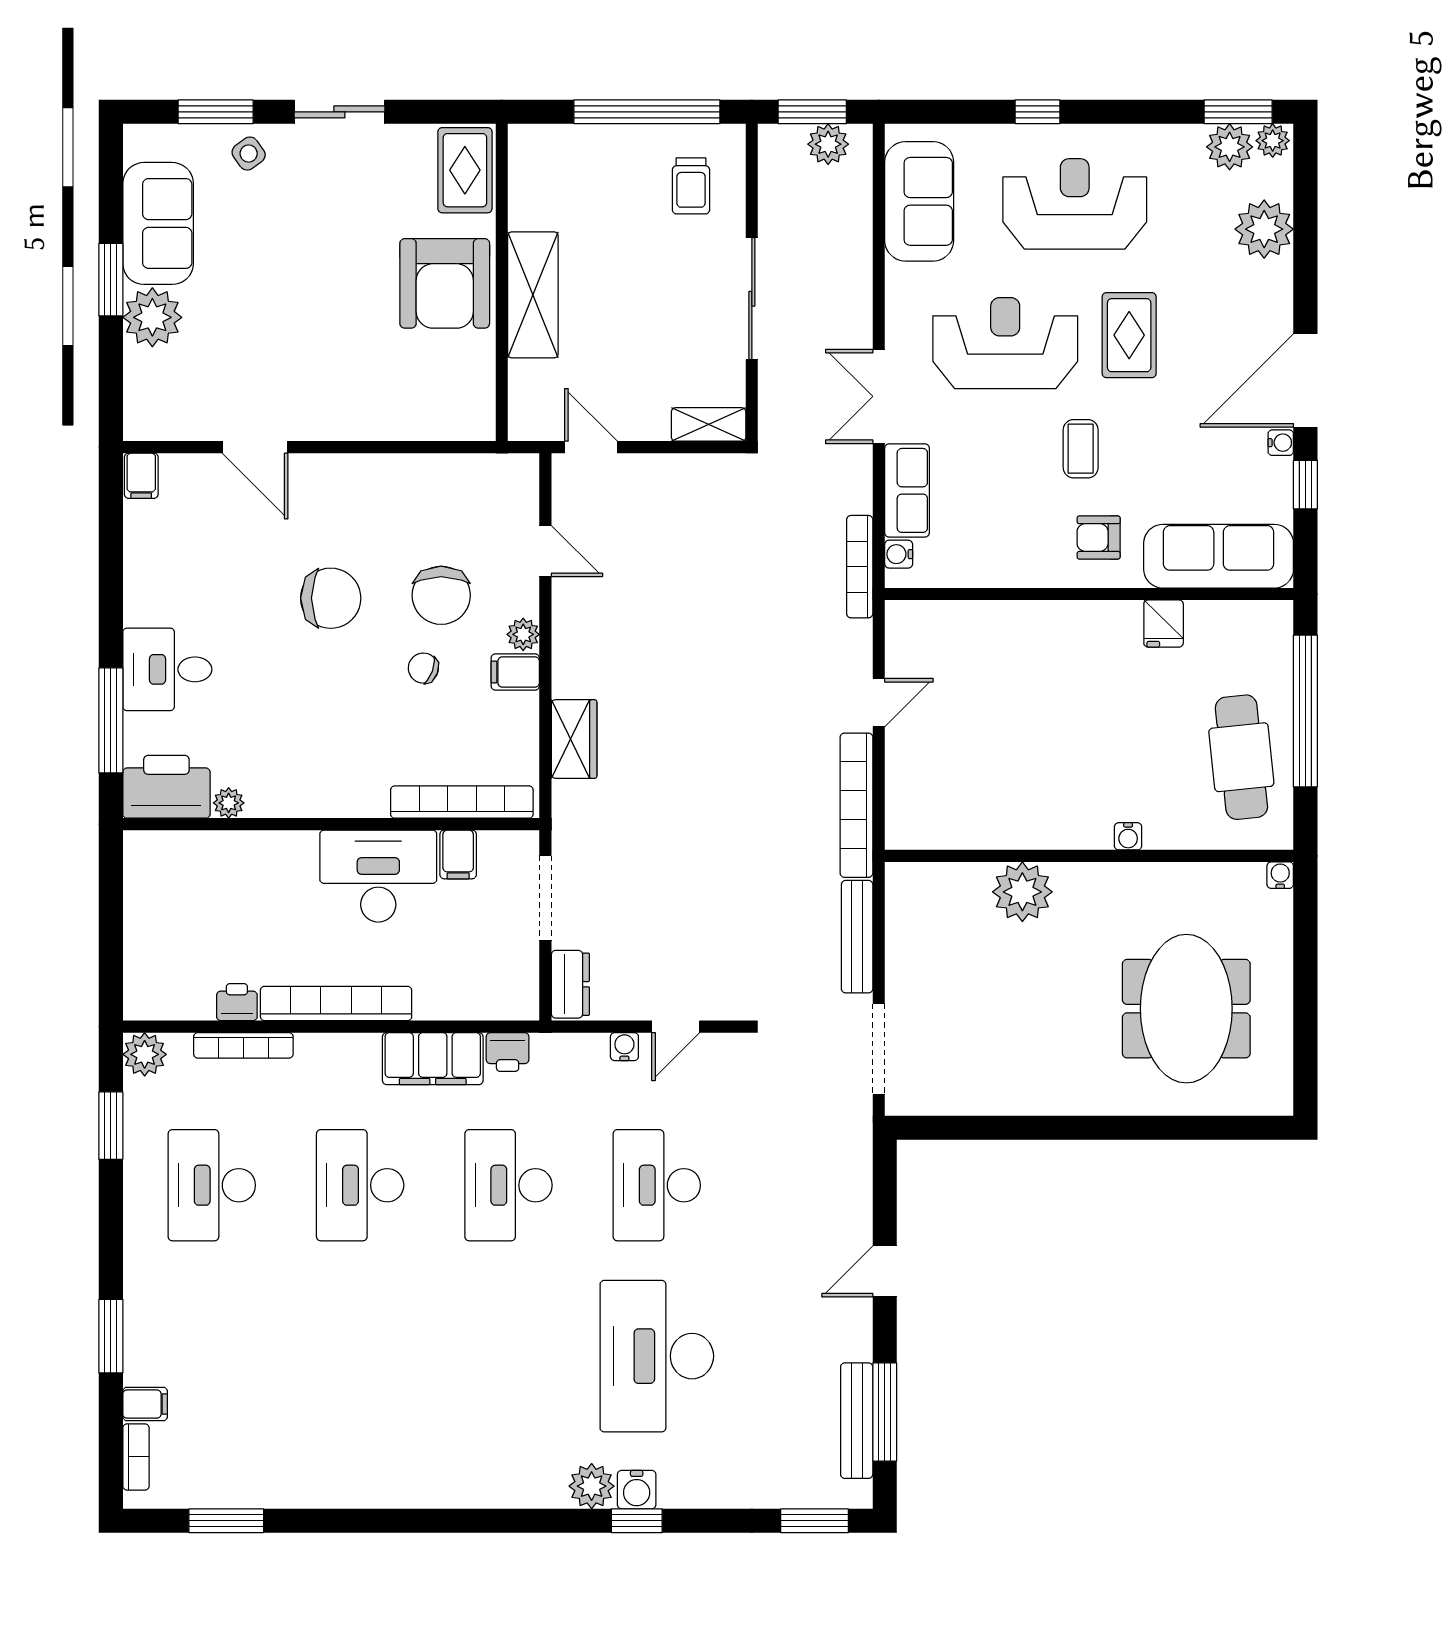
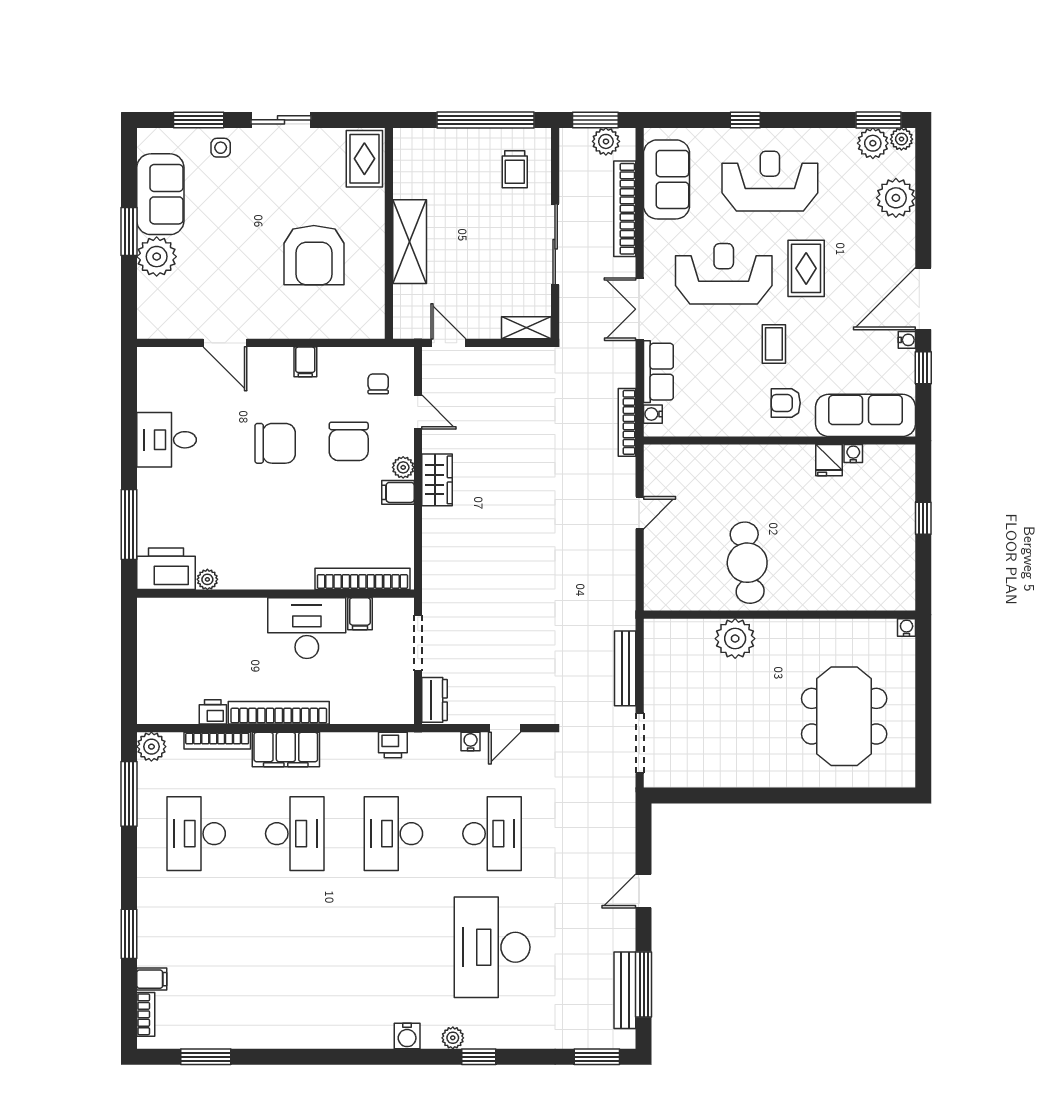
side table: (249, 154) -> (221, 148), turned 36
armchair: (445, 283) -> (314, 255), moved
filing cabinet: (141, 476) -> (305, 362), moved
chair: (423, 668) -> (378, 384), moved, turned 70
desk: (167, 669) -> (167, 440), moved
window: (1305, 711) -> (923, 518), width x0.32
wardrobe: (574, 739) -> (437, 480), moved
cafe table: (1241, 757) -> (747, 563), moved
bookcase: (856, 805) -> (625, 209), moved
water cooler: (1128, 836) -> (853, 454), moved, turned 180
filing cabinet: (433, 1059) -> (286, 749), moved
window: (111, 1126) -> (129, 794), width x1.44
desk: (360, 1185) -> (295, 834), turned 180
desk: (657, 1185) -> (492, 834), turned 180
plant: (592, 1486) -> (453, 1038), width x0.73, depth x0.73
water cooler: (637, 1490) -> (407, 1036), moved

